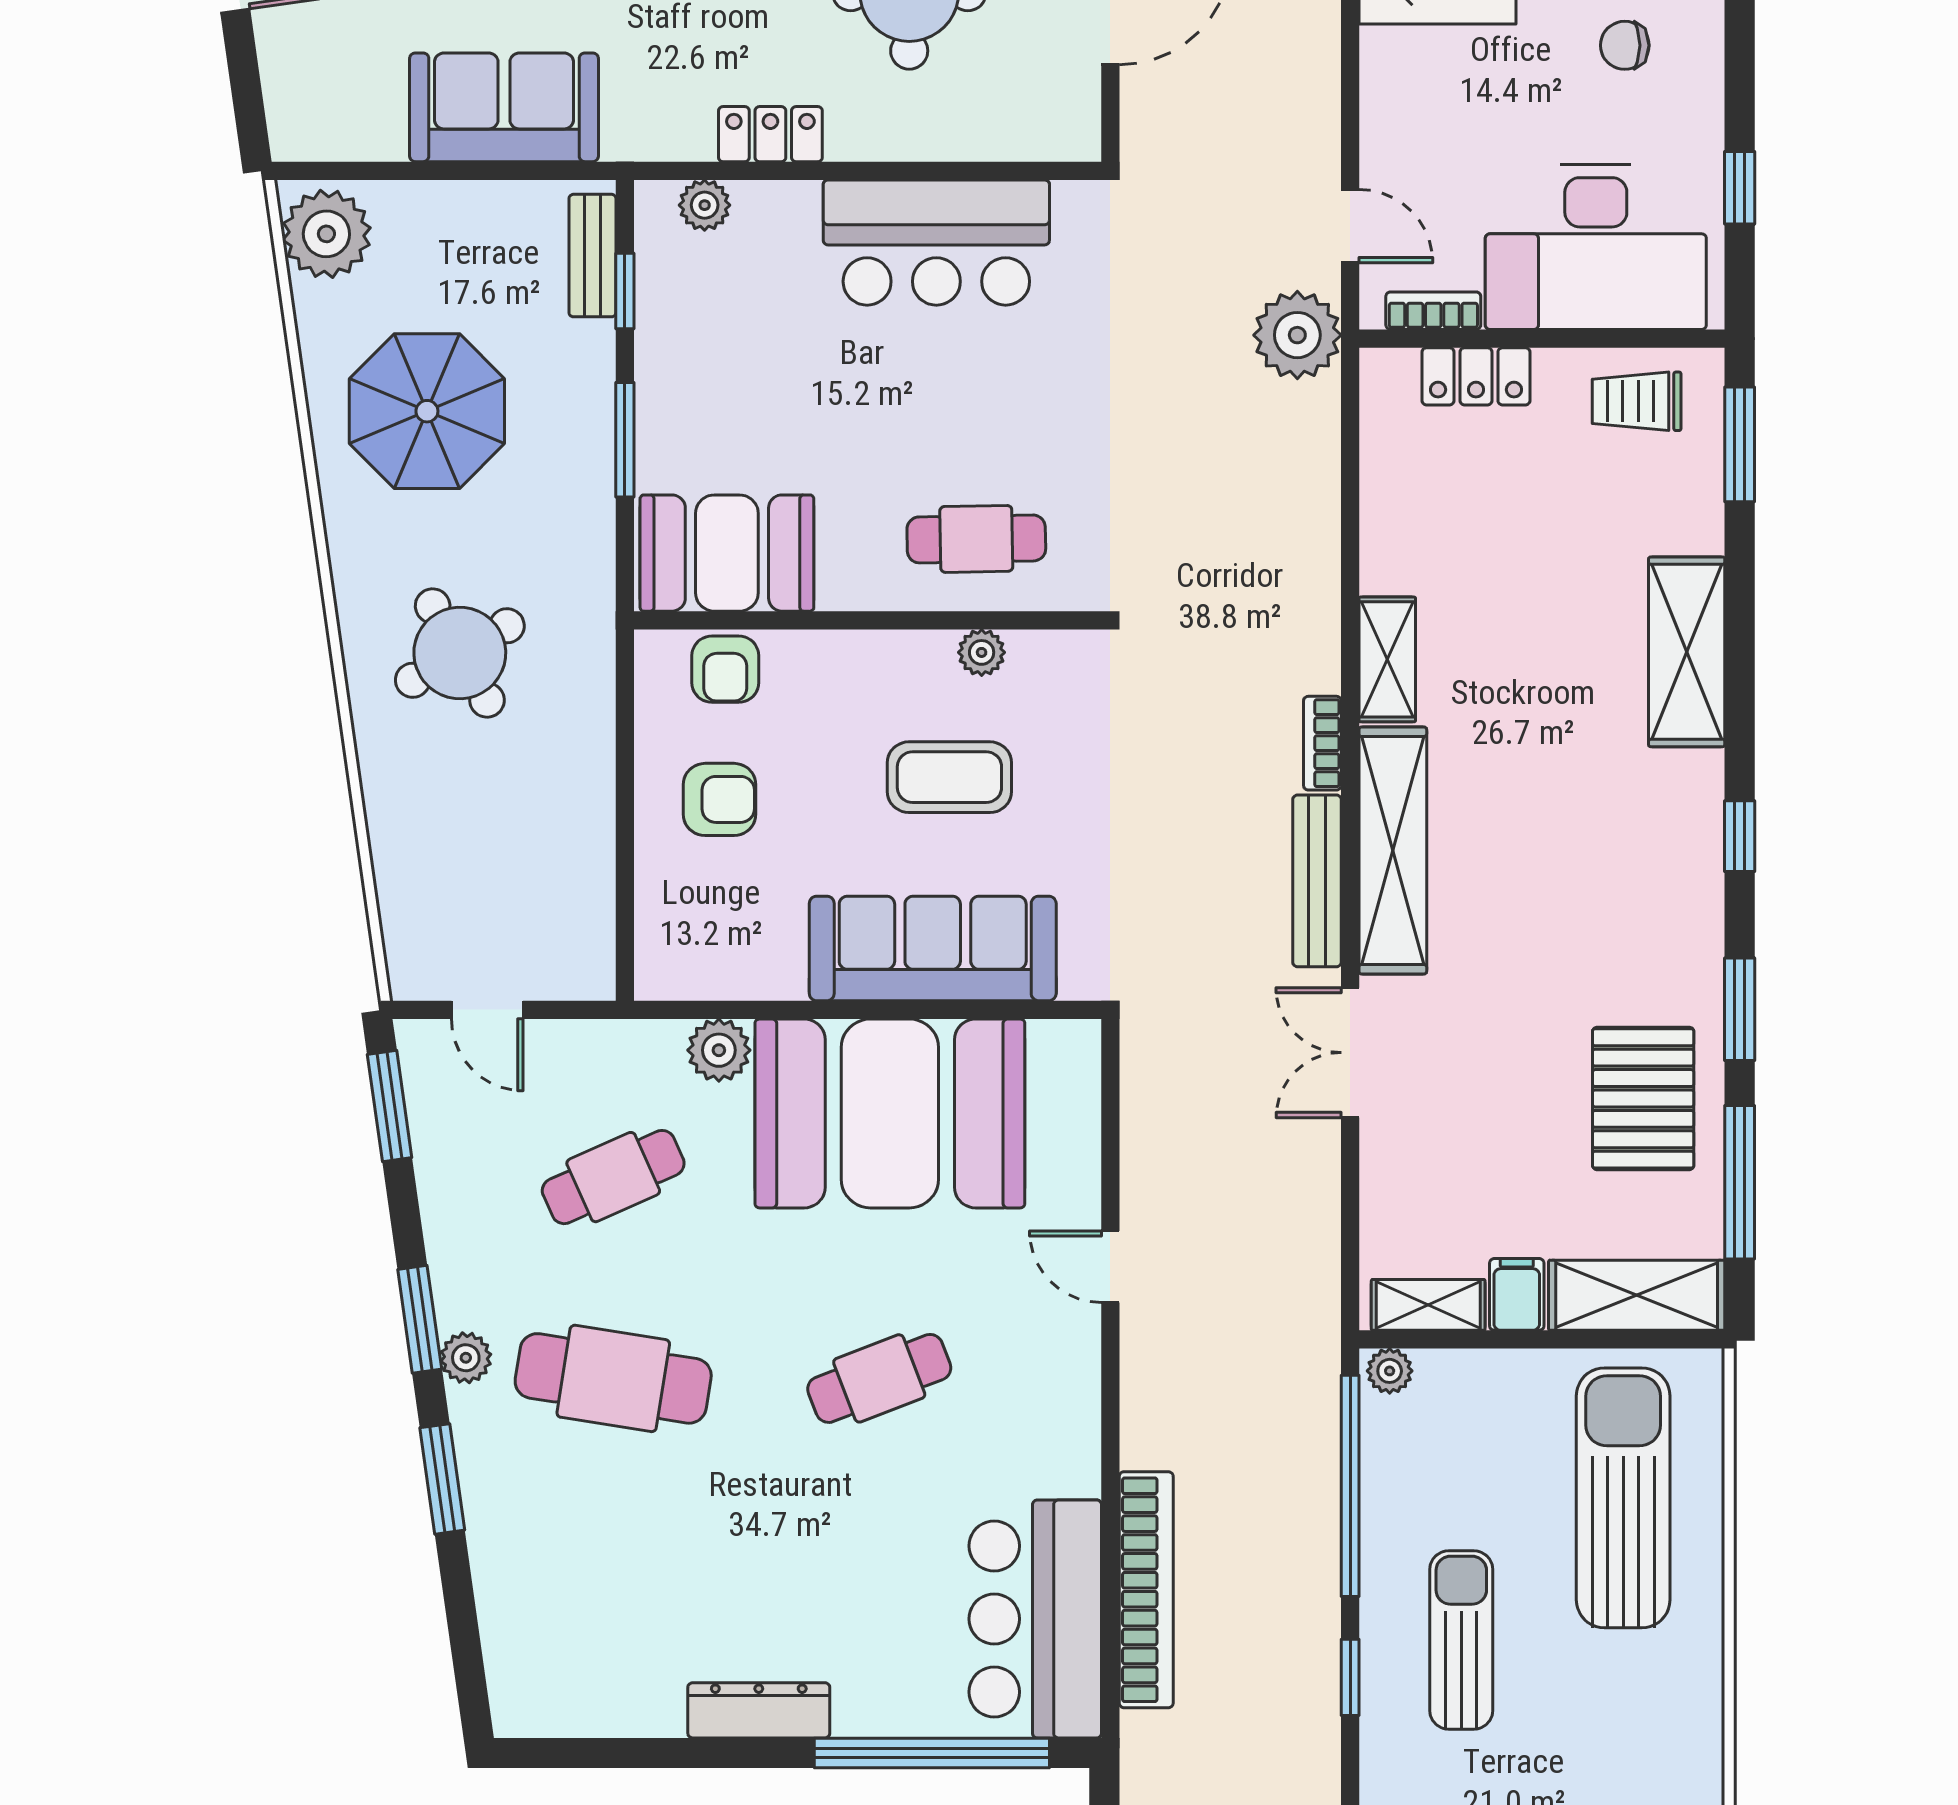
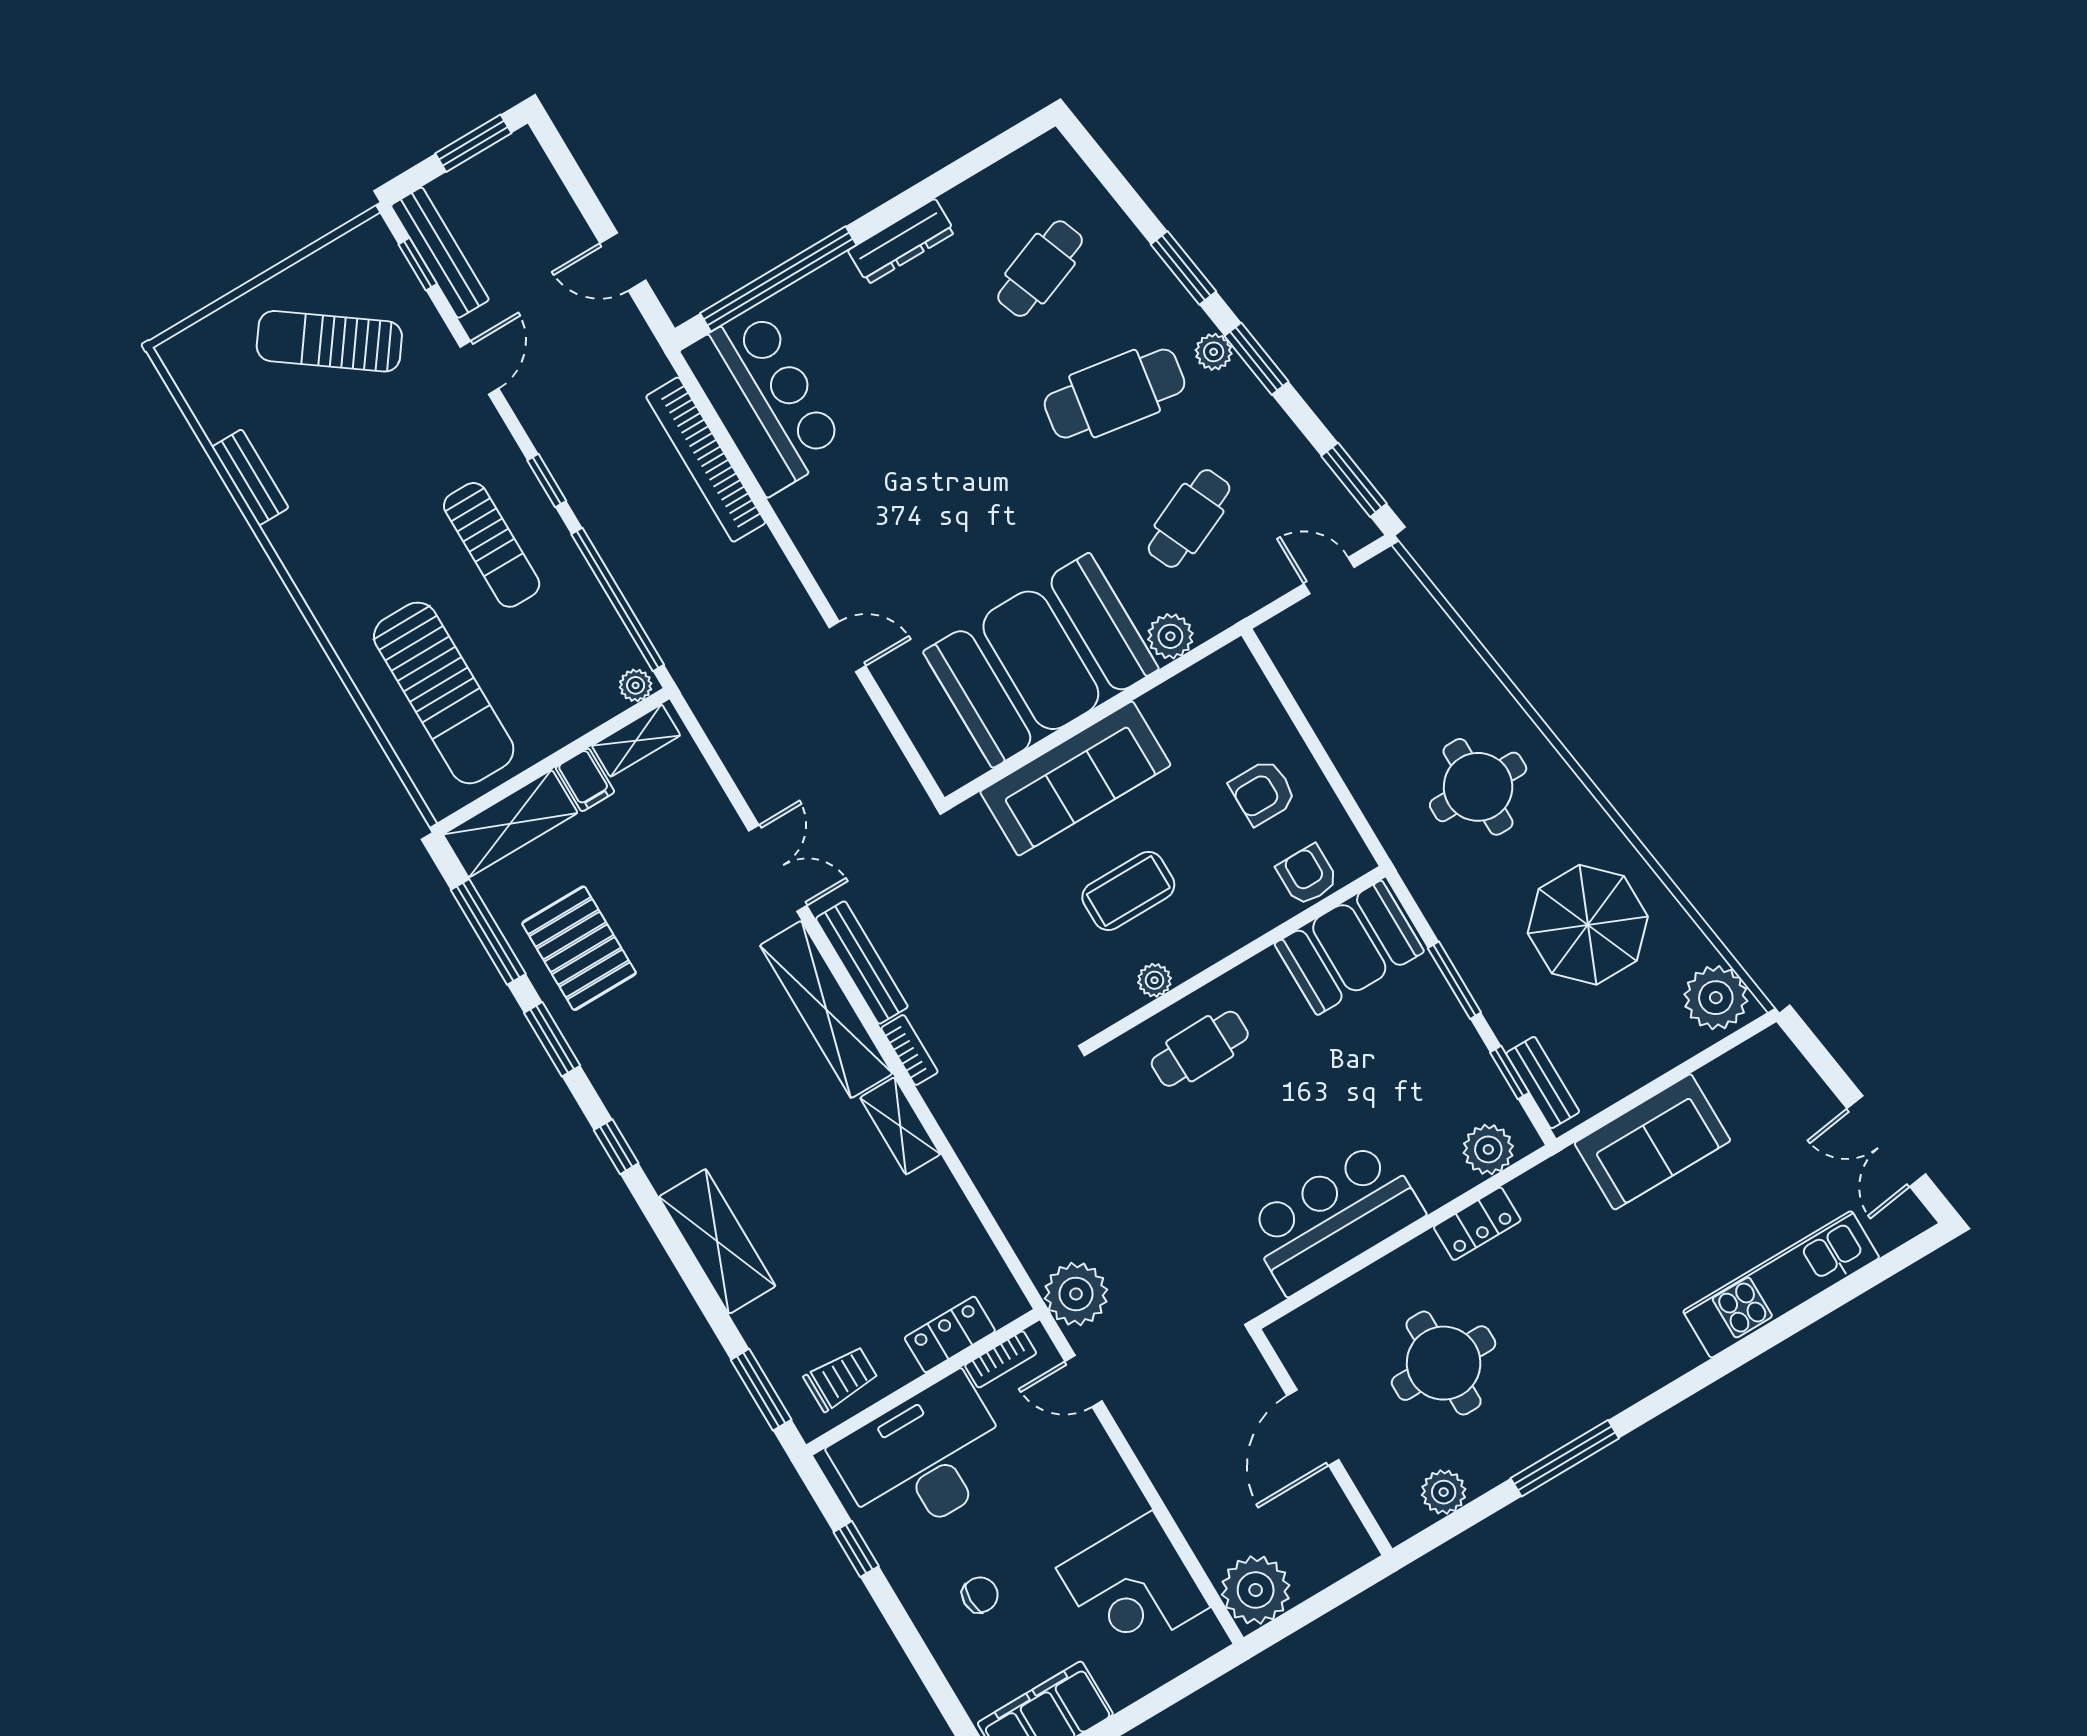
plant: (705, 205) -> (1488, 1149), width x1.38, depth x1.38
round table: (460, 653) -> (1478, 787), turned 30
cafe table: (879, 1378) -> (1040, 269), moved

